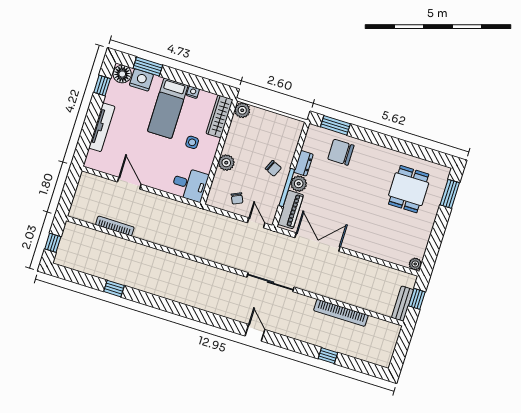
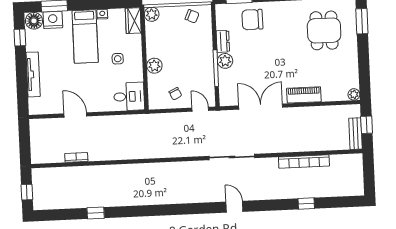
wardrobe: (219, 116) -> (133, 21), width x0.67
chair: (273, 168) -> (192, 16), moved
piano: (291, 210) -> (304, 95), moved, turned -90
bookcase: (115, 226) -> (76, 157), width x0.64

